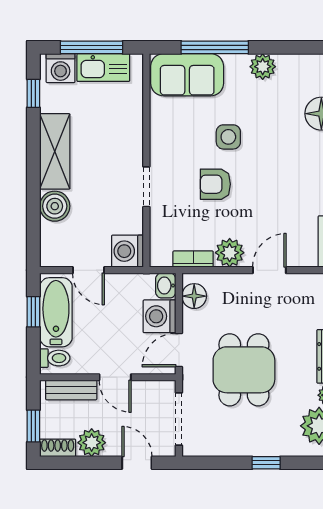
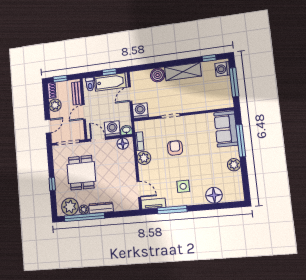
kitchen sink: (103, 68) -> (225, 89), removed
side table: (228, 137) -> (183, 186), moved
door: (269, 270) -> (139, 189), moved
dining table: (244, 370) -> (81, 173), moved, turned 90

